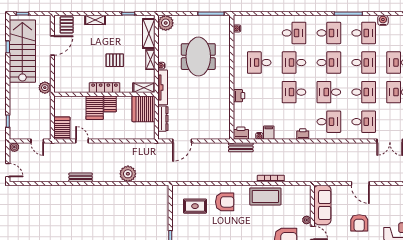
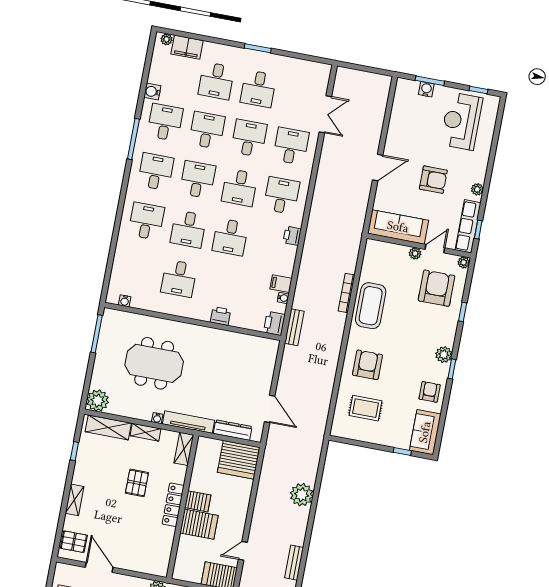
server rack: (144, 109) -> (239, 460), moved
rug: (195, 206) -> (365, 408), turned 90

